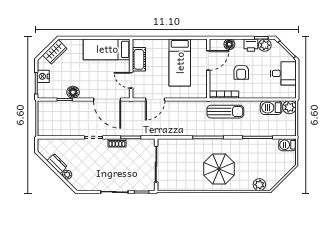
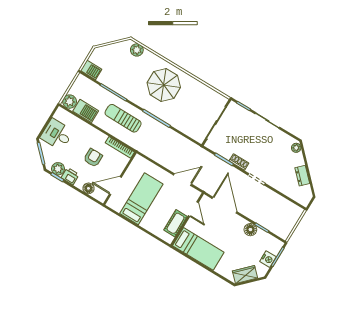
sun lounger: (225, 112) -> (123, 118), moved
plant: (67, 175) -> (296, 148), moved

